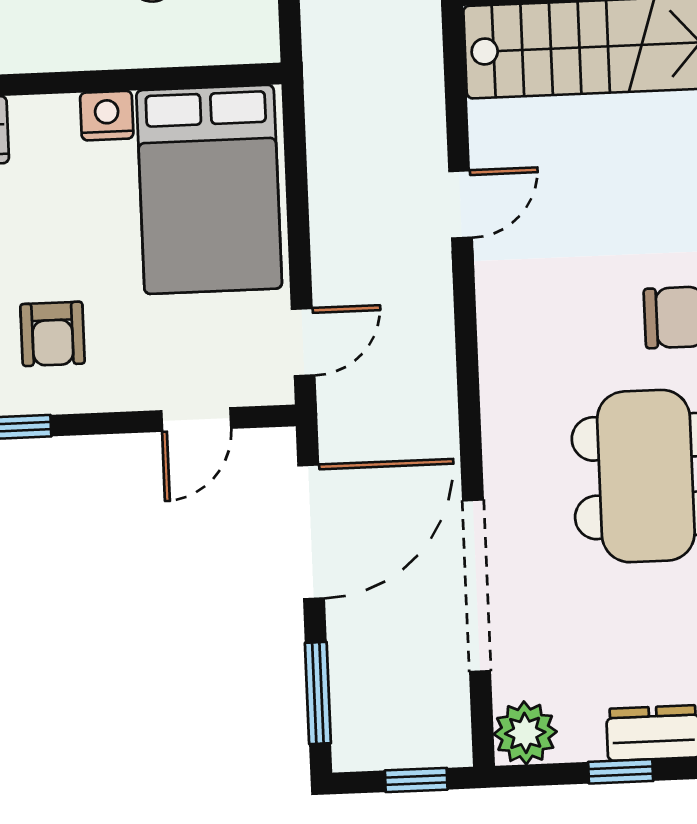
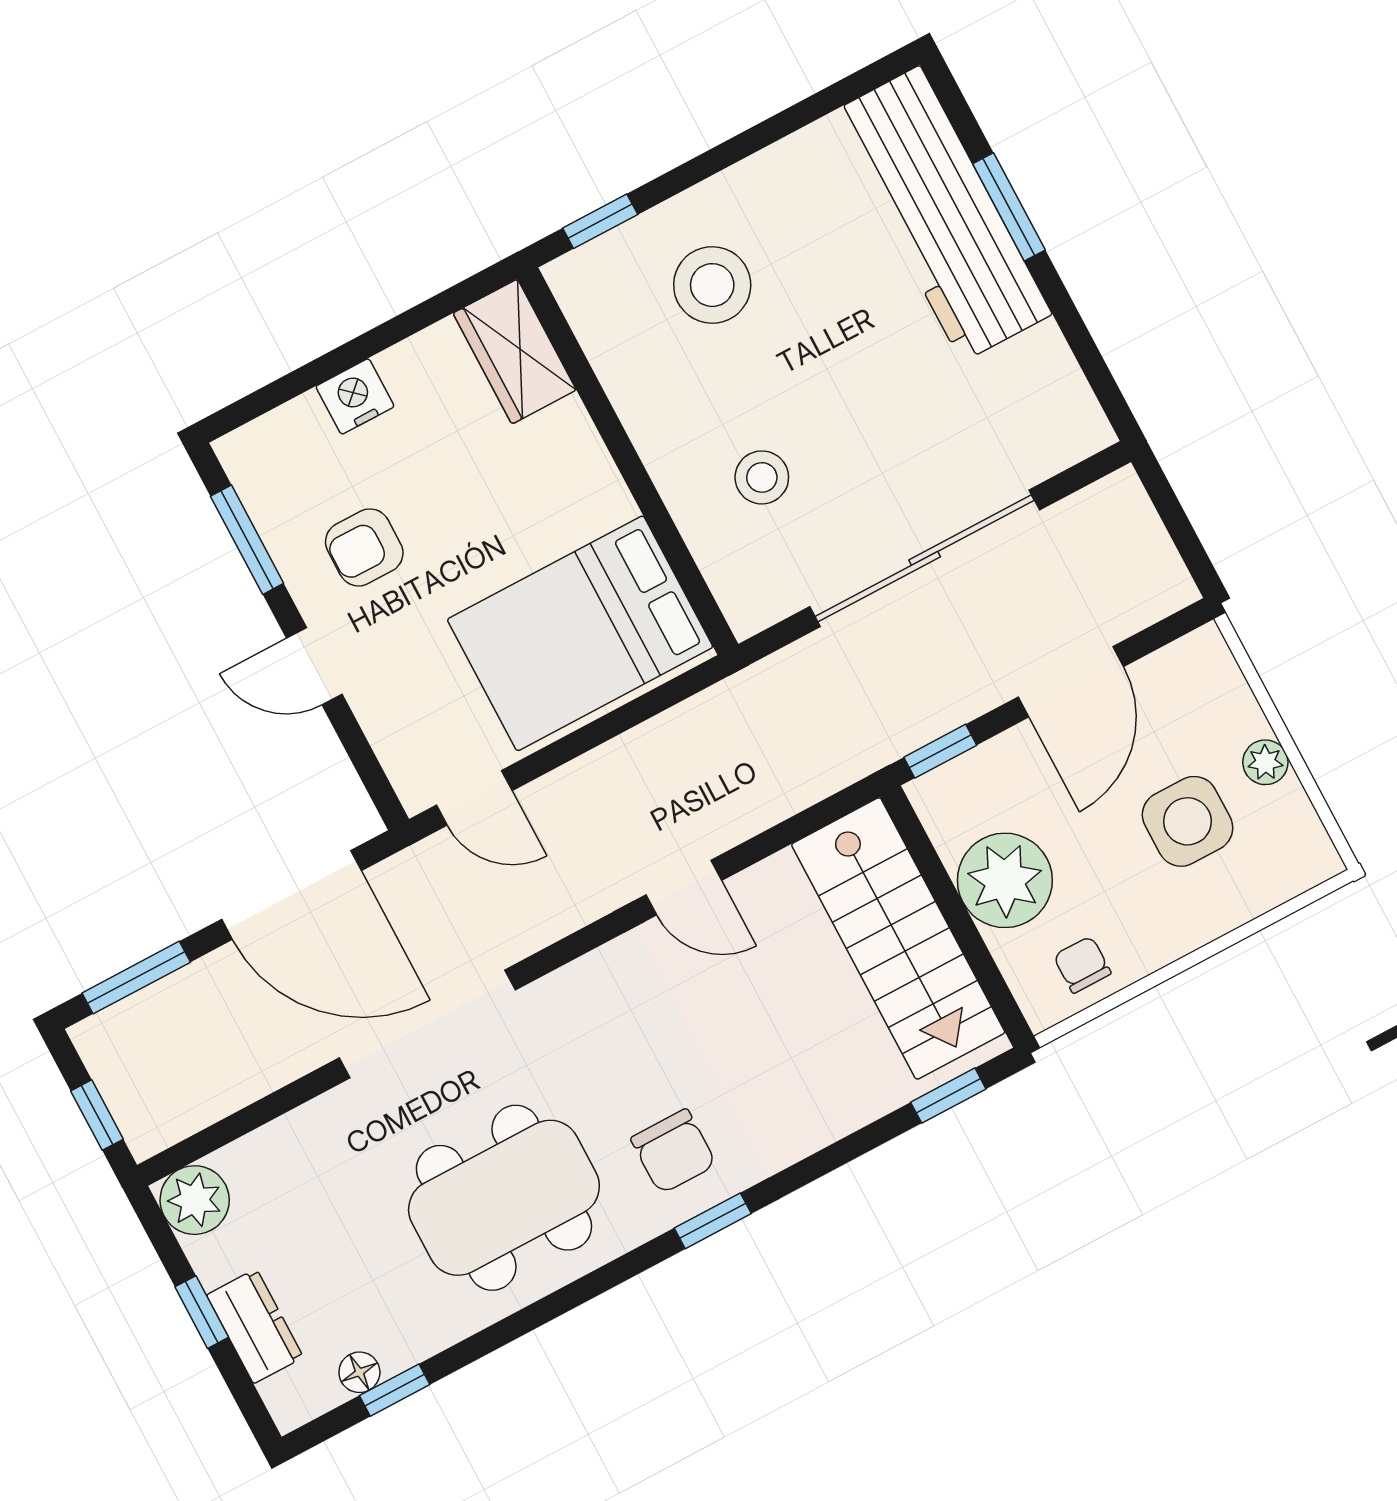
nightstand: (107, 116) -> (604, 498), removed
door: (196, 420) -> (314, 666), moved
doorway: (477, 586) -> (427, 1024), moved

